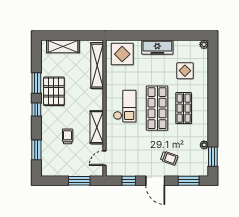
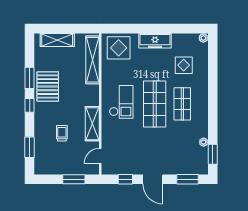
trolley: (169, 158) -> (167, 156), removed

